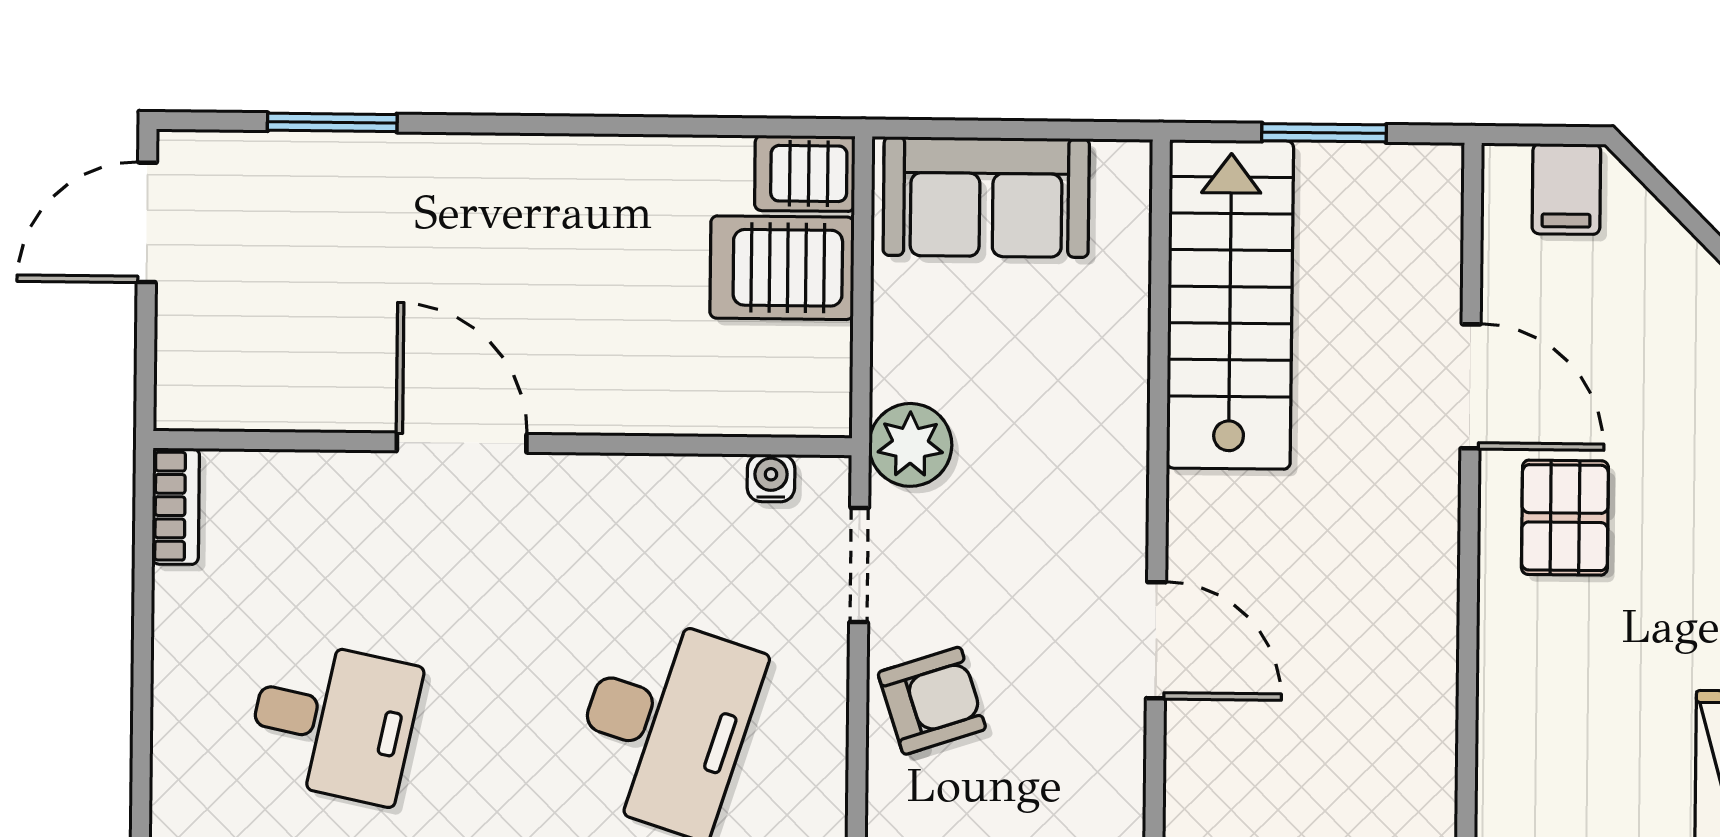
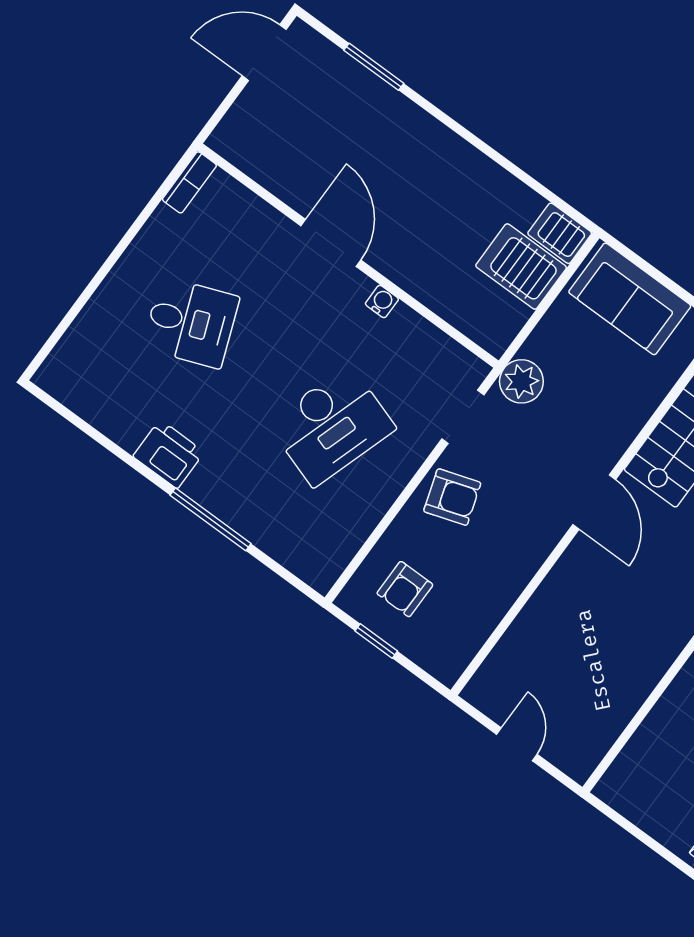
water cooler: (771, 478) -> (382, 301), moved
door: (1156, 640) -> (594, 502), moved
desk: (333, 721) -> (191, 322), turned -33

